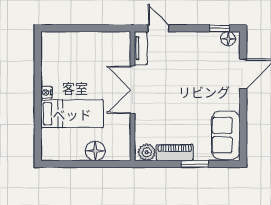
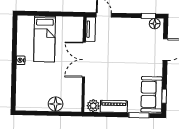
bed: (72, 114) -> (45, 39), moved, turned 90
window: (243, 137) -> (164, 96), added
window: (195, 164) -> (139, 115), moved

